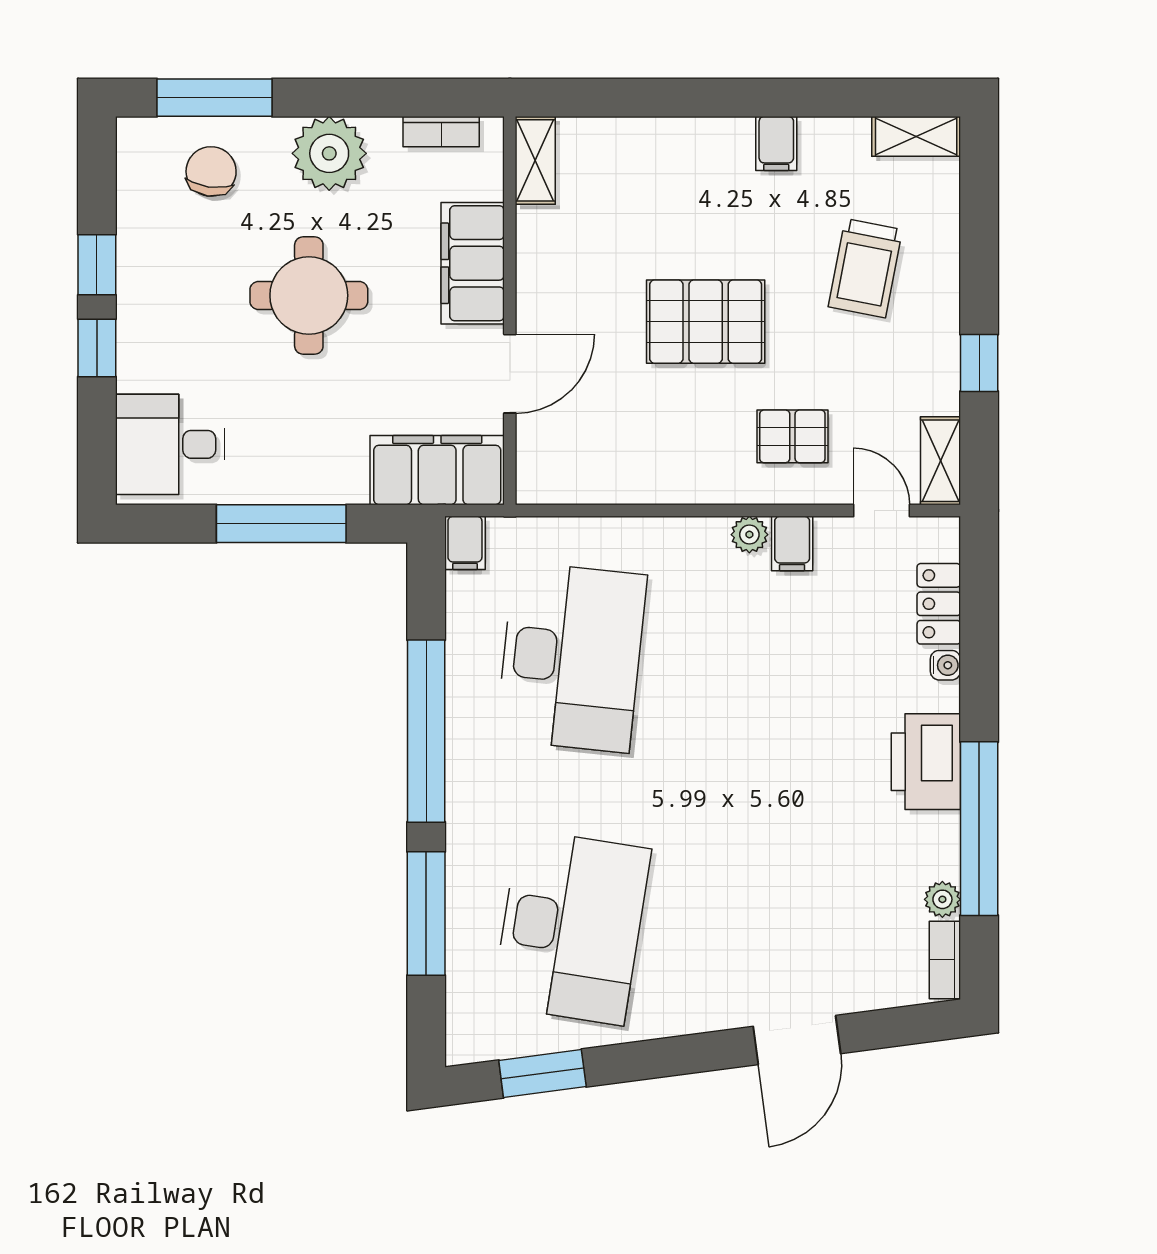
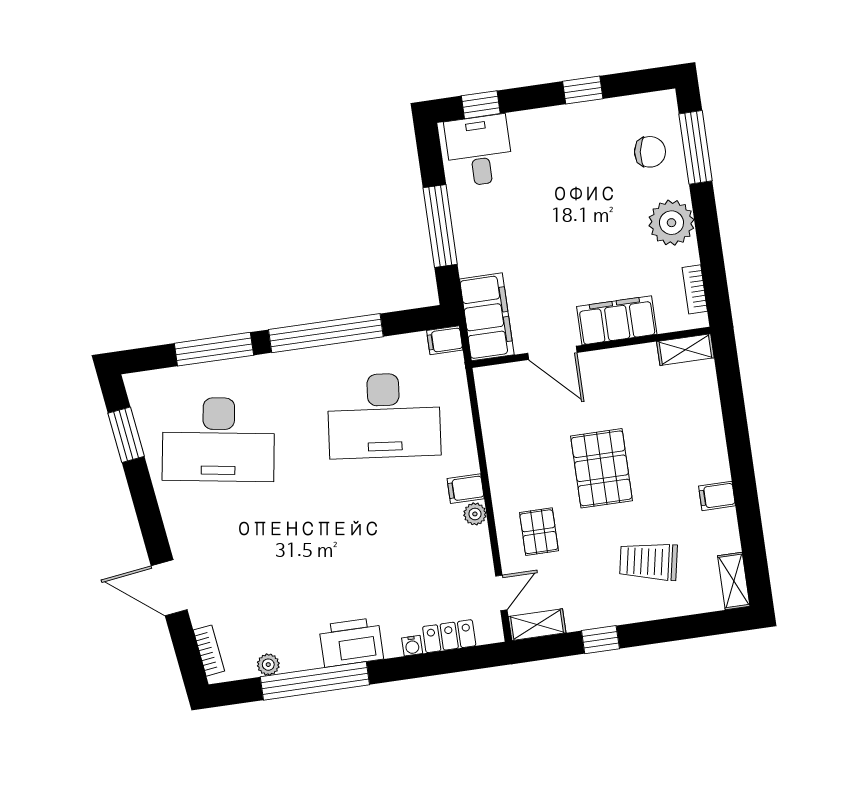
round table: (309, 295) -> (583, 223), removed
window: (97, 348) -> (481, 105), moved
filing cabinet: (792, 544) -> (466, 489), moved
bookcase: (945, 960) -> (209, 651), moved, turned 82

